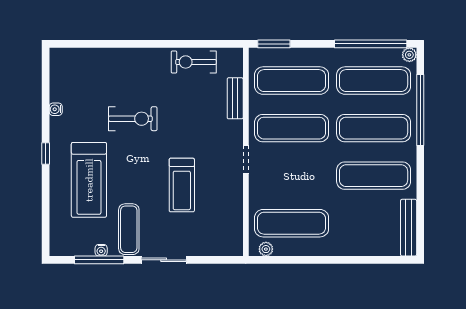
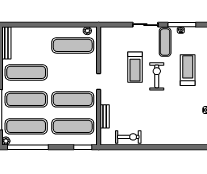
exercise bike: (133, 119) -> (157, 76), moved, turned 90
treadmill: (89, 180) -> (188, 70), width x0.73, depth x0.73
treadmill: (182, 185) -> (135, 67), turned 180

